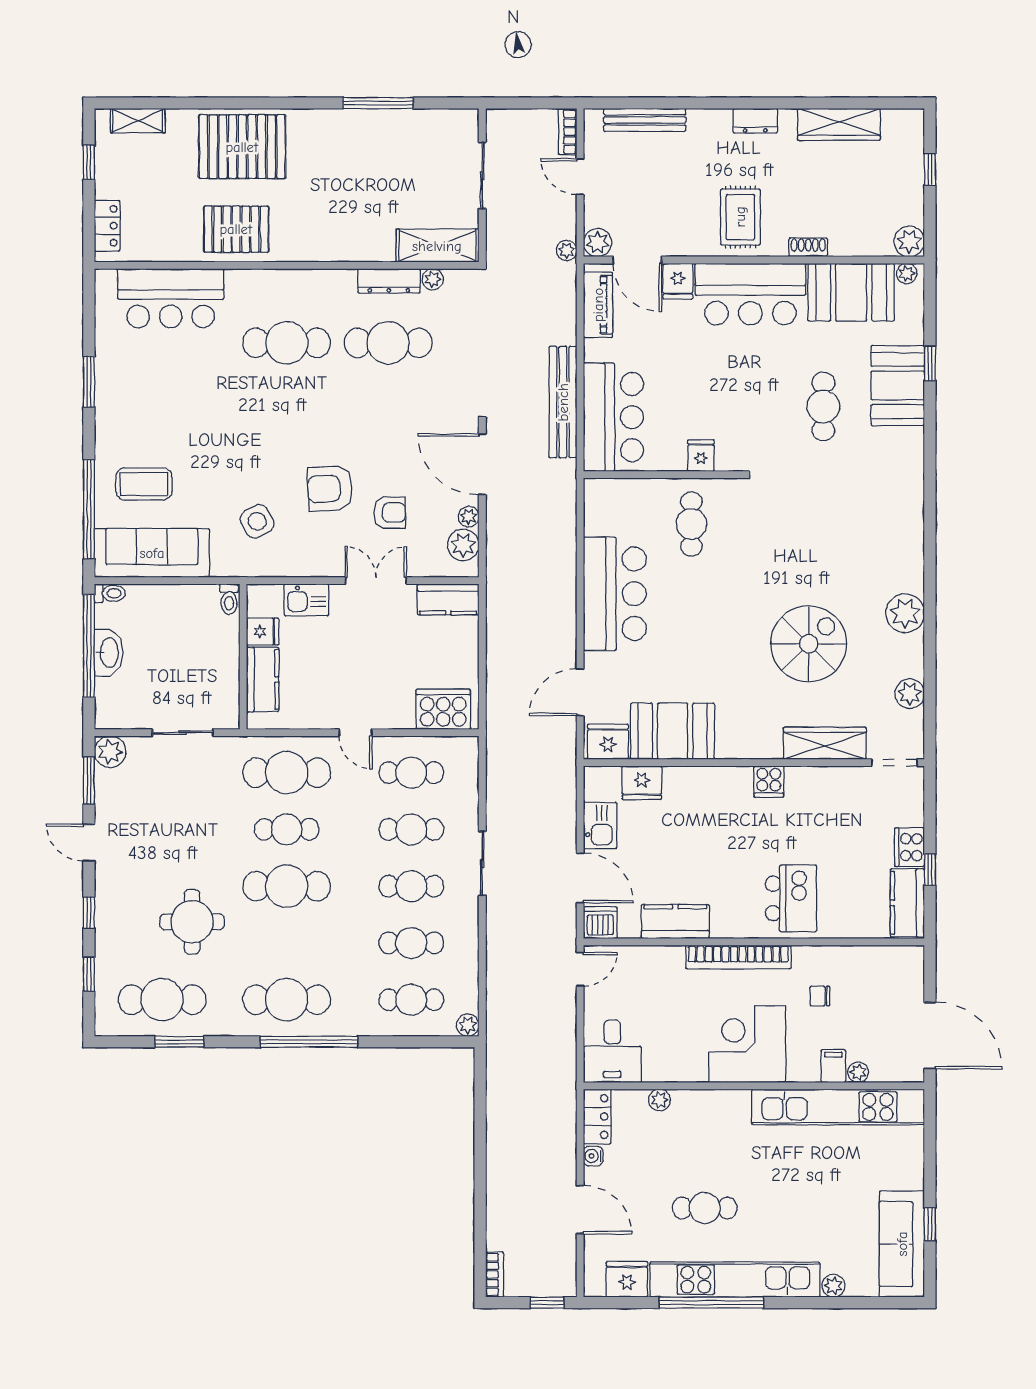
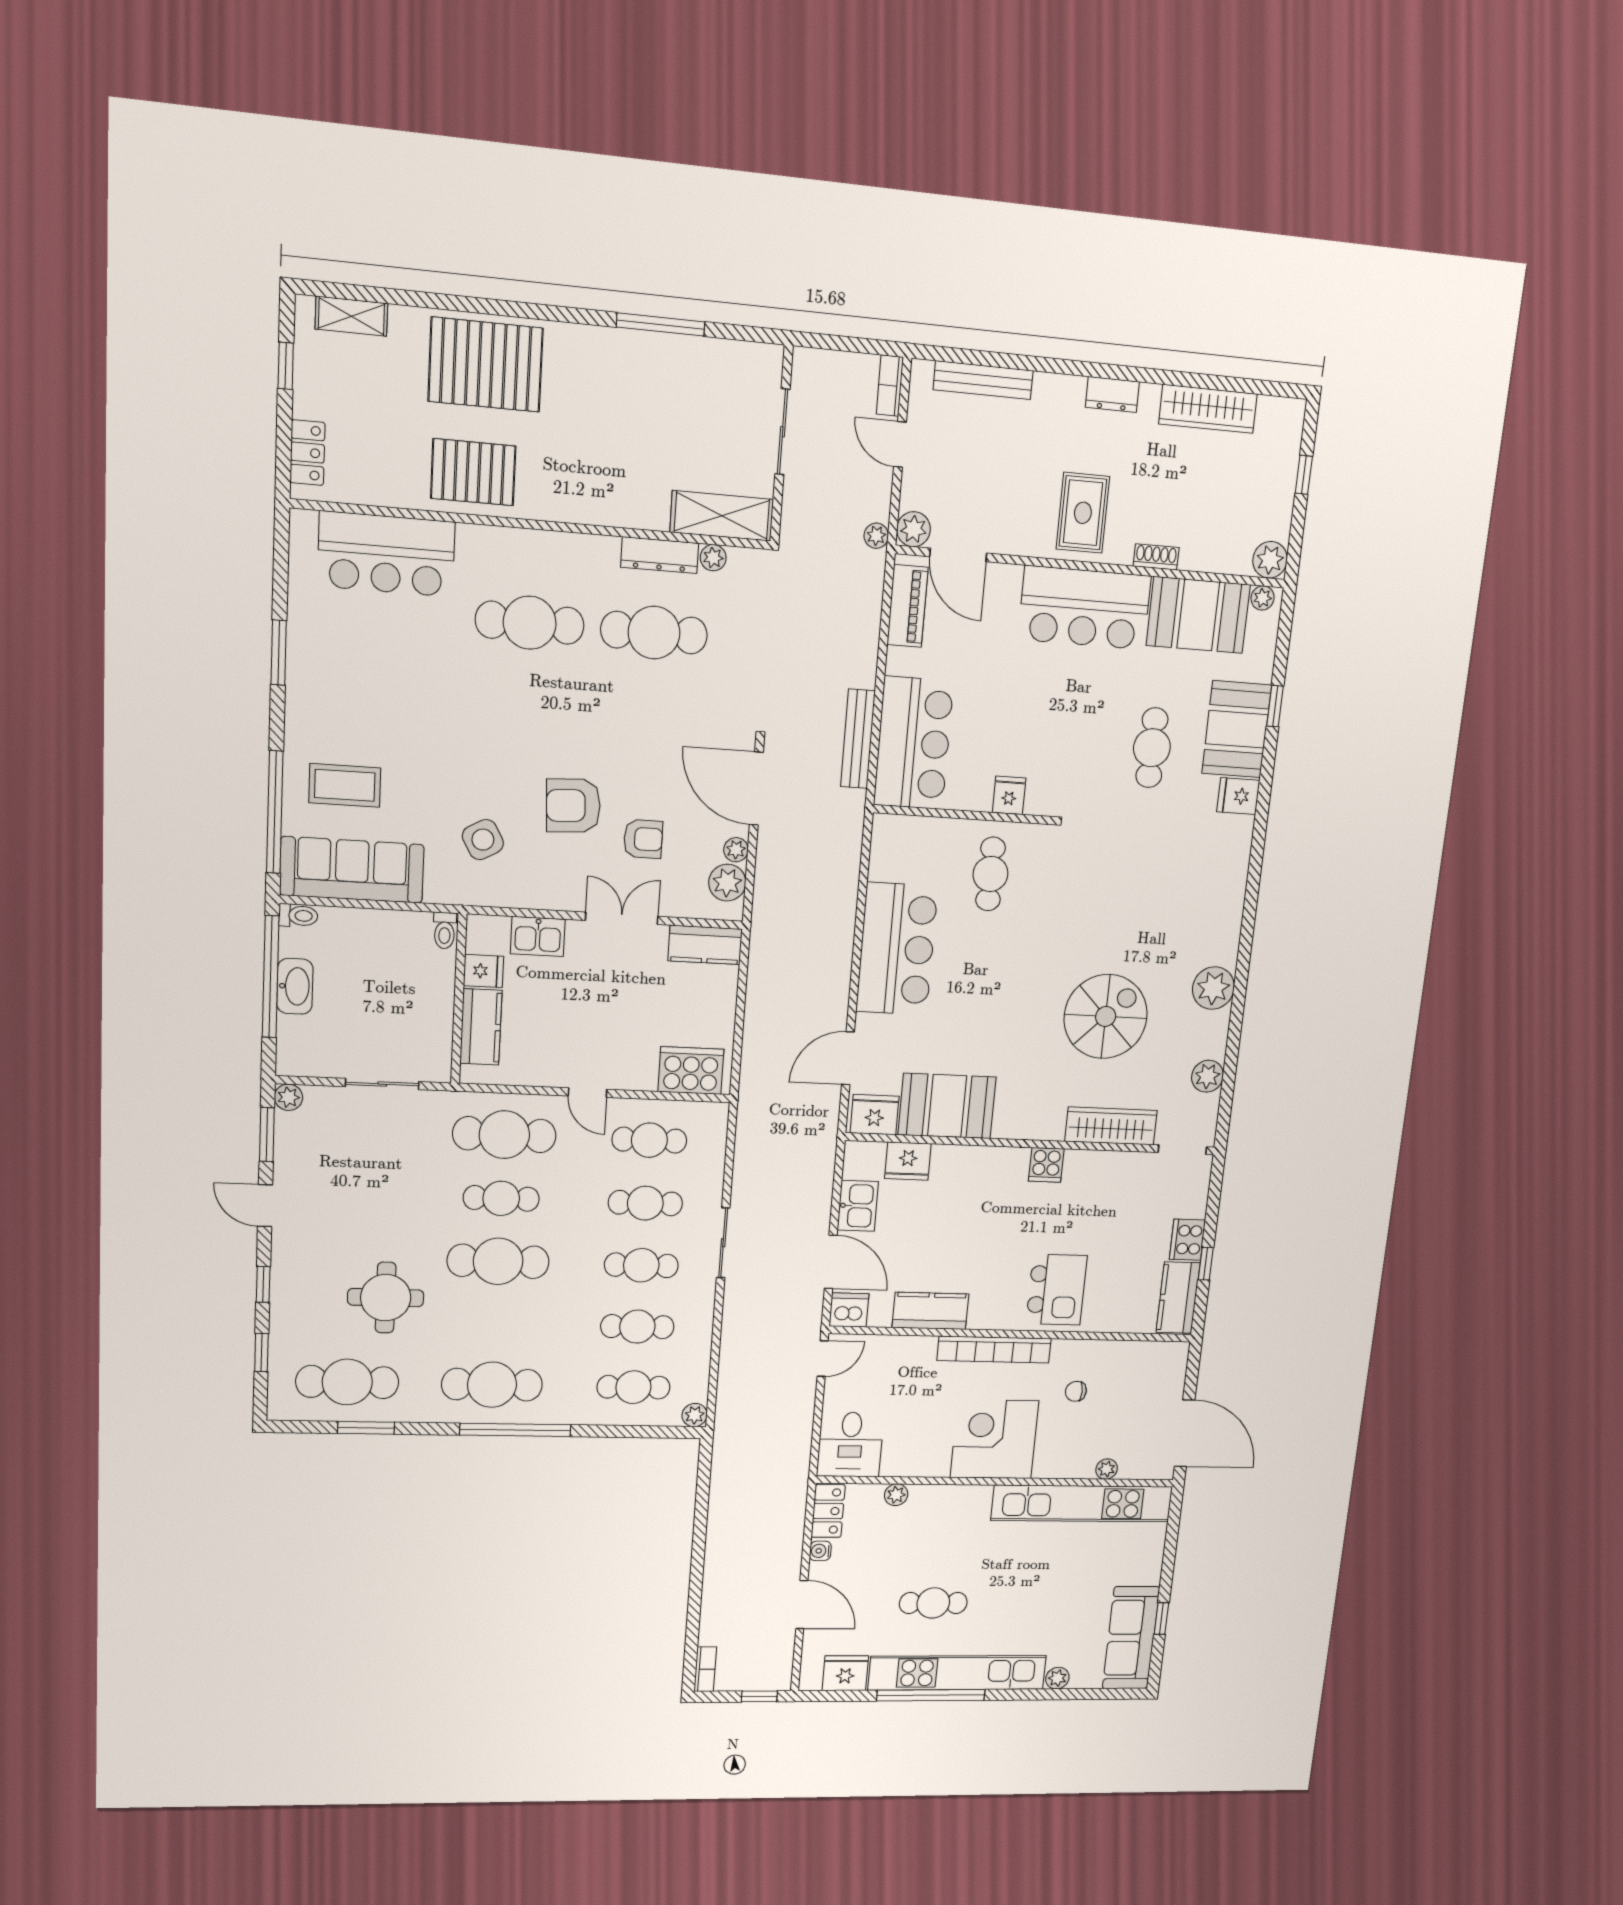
fridge: (678, 281) -> (1238, 796), moved, turned 90
bench: (563, 402) -> (858, 739), width x0.73, depth x0.82
plant: (110, 752) -> (288, 1097), width x0.73, depth x0.73
filing cabinet: (833, 1066) -> (1082, 1463), removed

